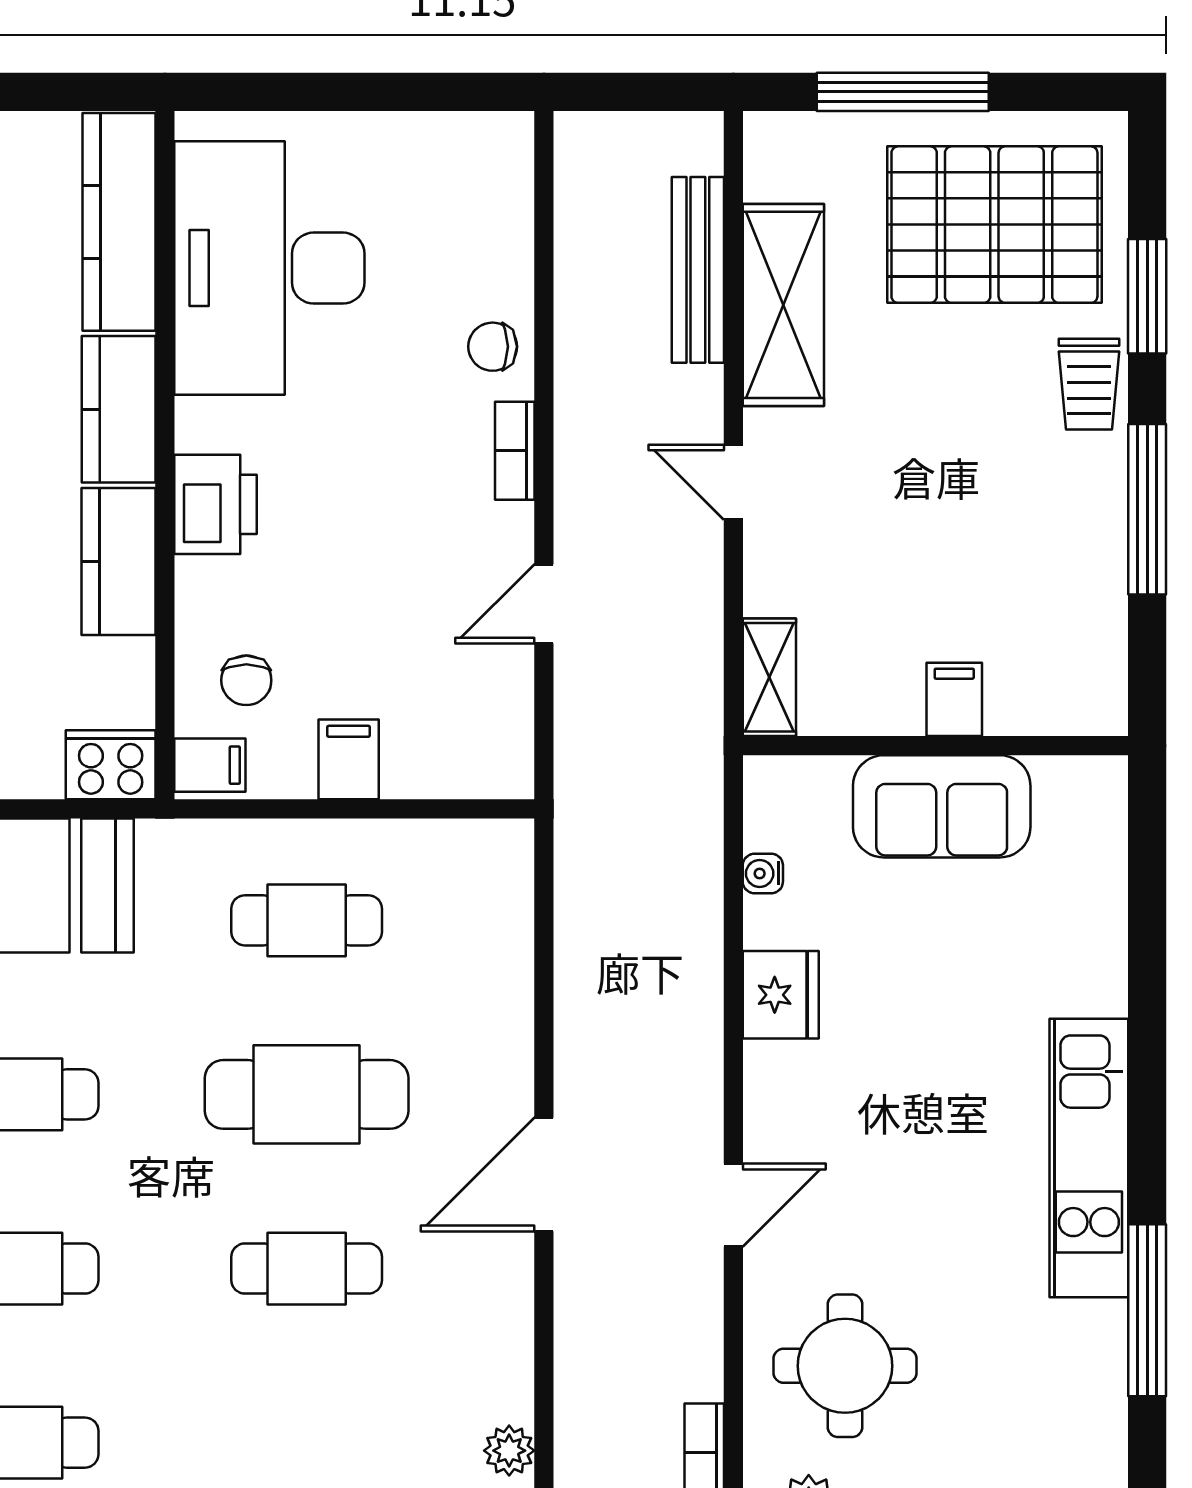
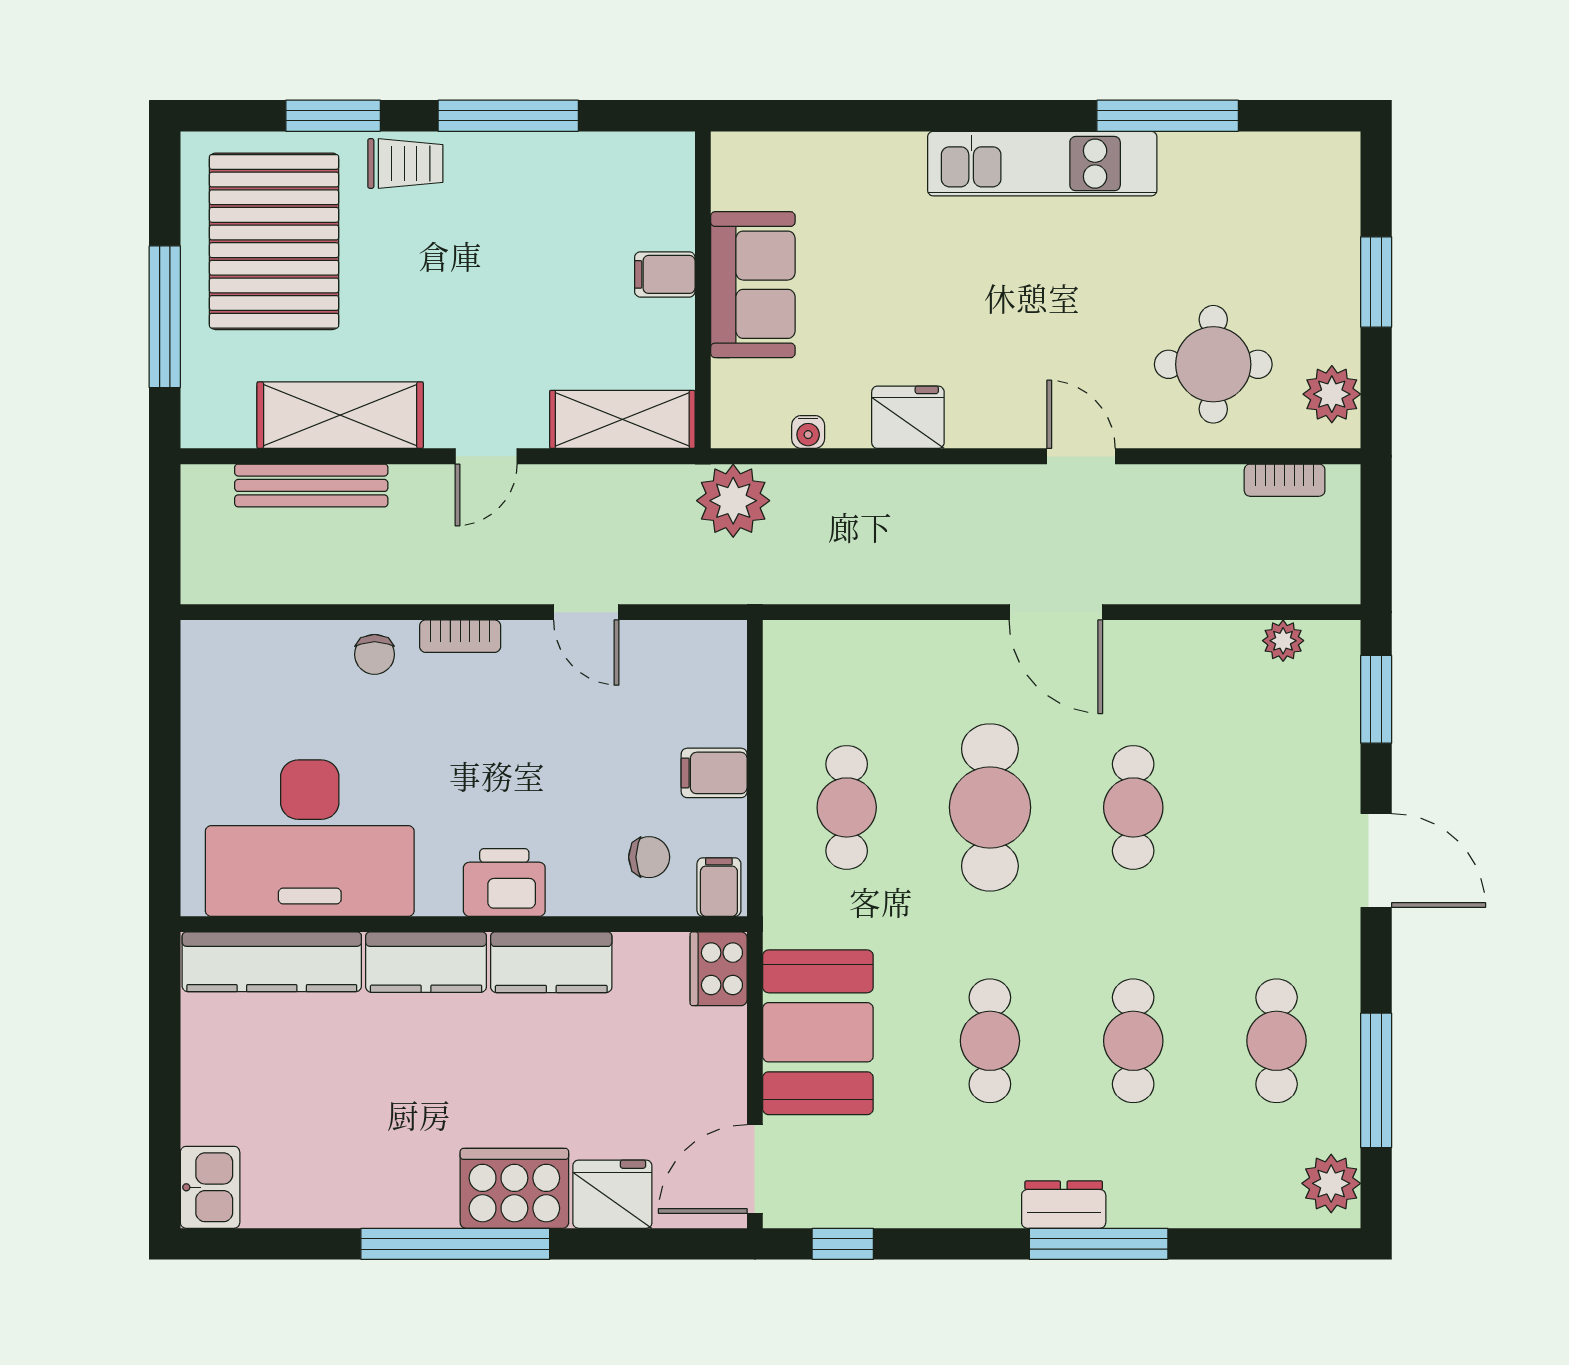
shelving: (769, 677) -> (622, 419), width x1.50, depth x1.33
plant: (679, 782) -> (733, 501), added

